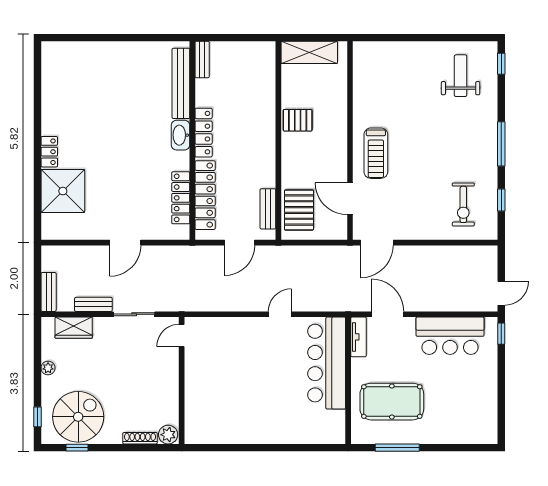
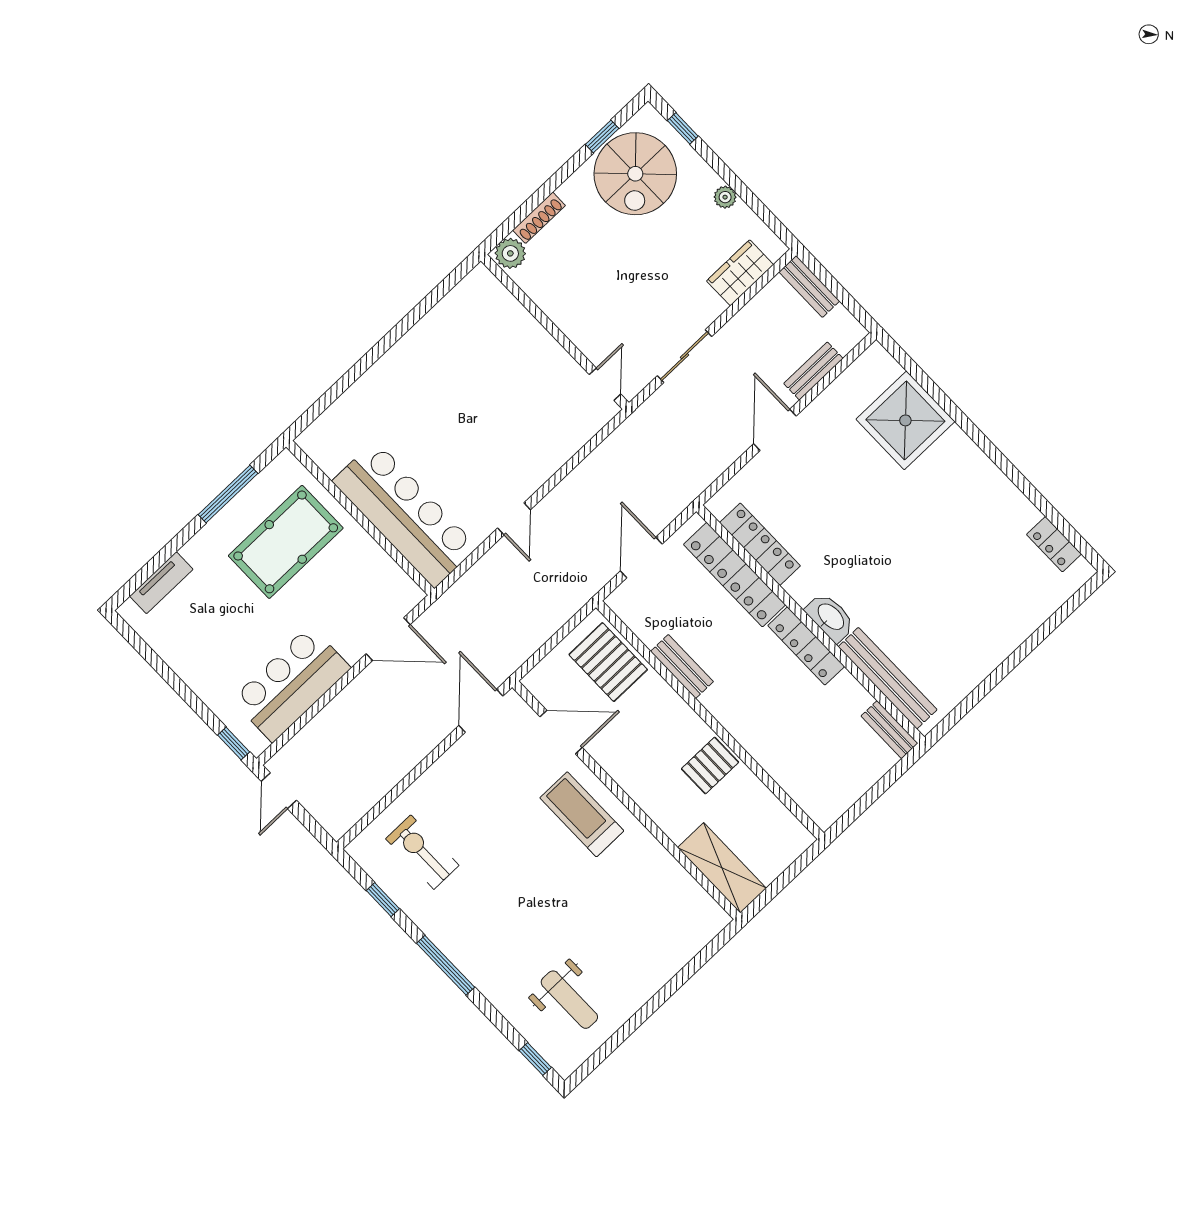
shelving: (309, 52) -> (722, 868), moved, turned 90
locker: (49, 152) -> (1054, 544), moved
bench: (268, 209) -> (682, 667), moved
bench: (93, 304) -> (813, 371), moved
tv unit: (358, 337) -> (161, 583), moved, turned -90

